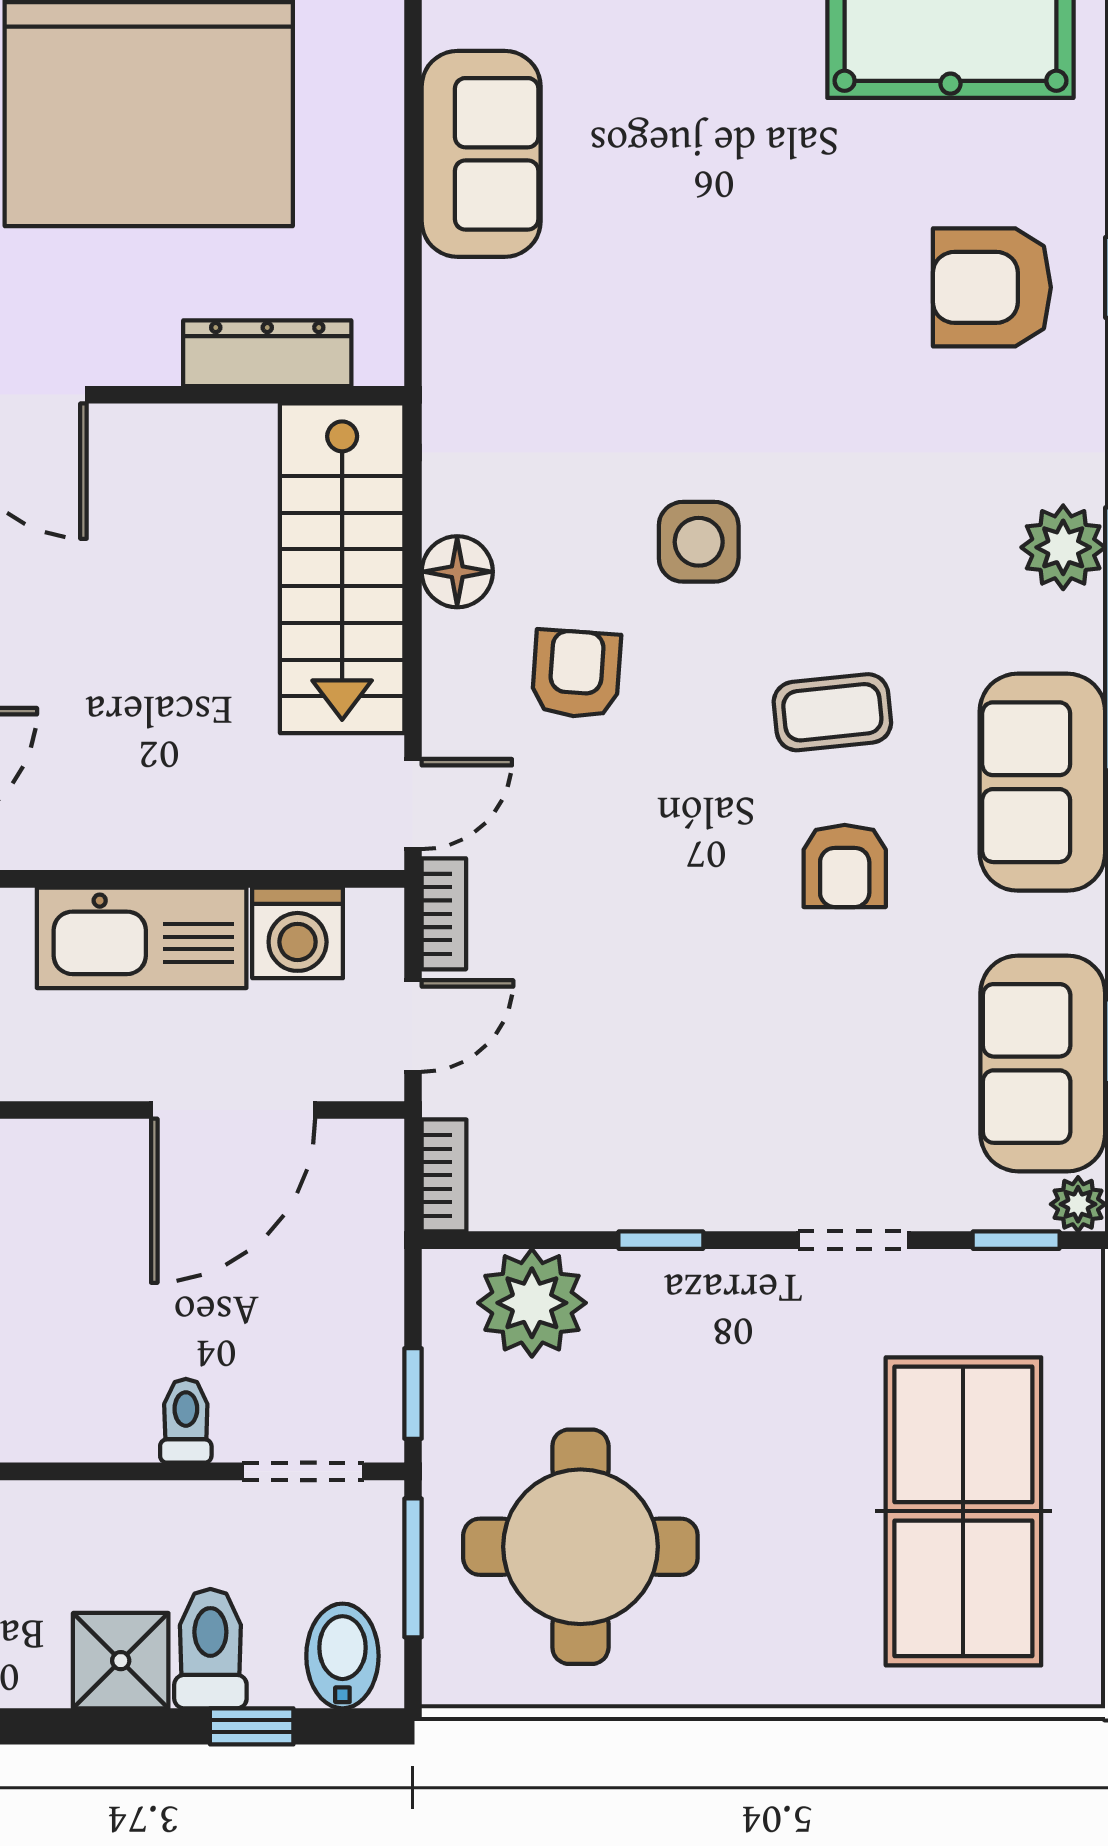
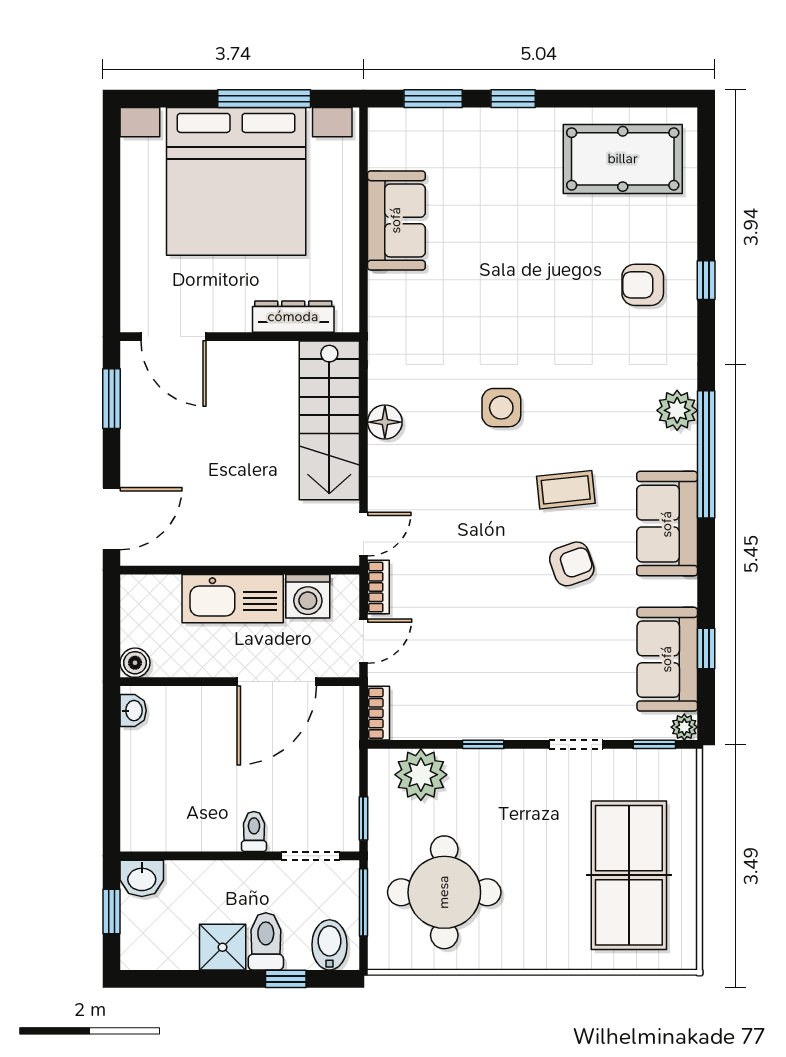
armchair: (992, 287) -> (643, 285), width x0.72, depth x0.72
armchair: (576, 674) -> (442, 471), removed
armchair: (845, 866) -> (572, 564), turned -109

